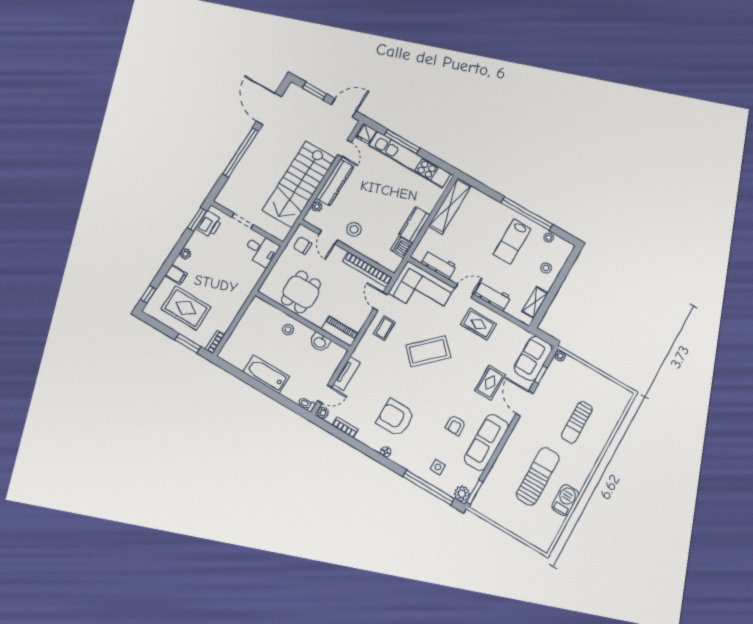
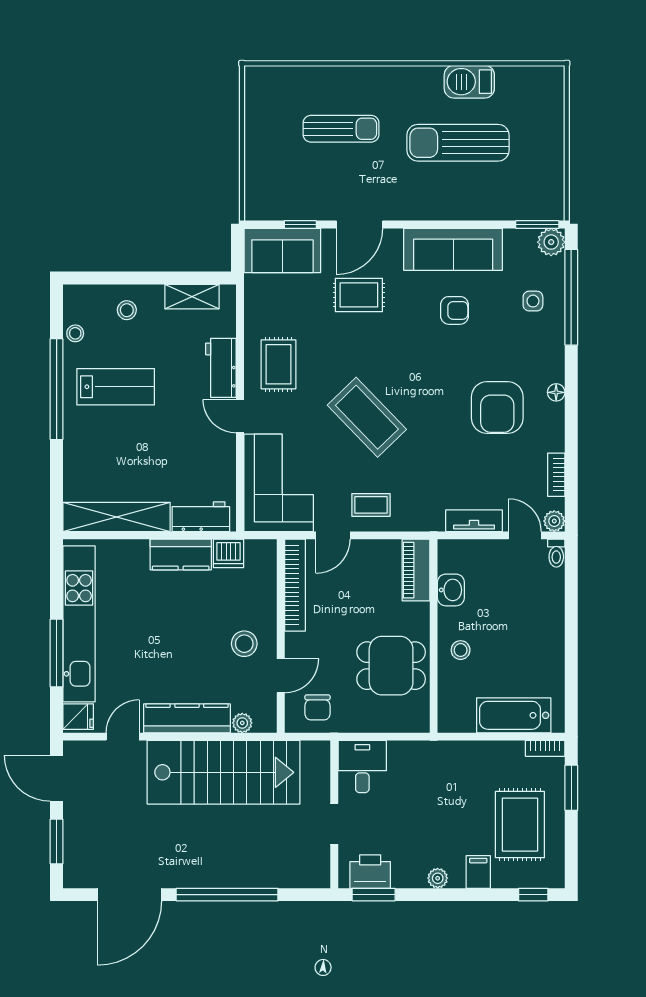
workbench: (439, 265) -> (201, 517), moved, turned 90
plant: (560, 356) -> (254, 211), removed
bathtub: (266, 374) -> (514, 715), moved, turned 90

